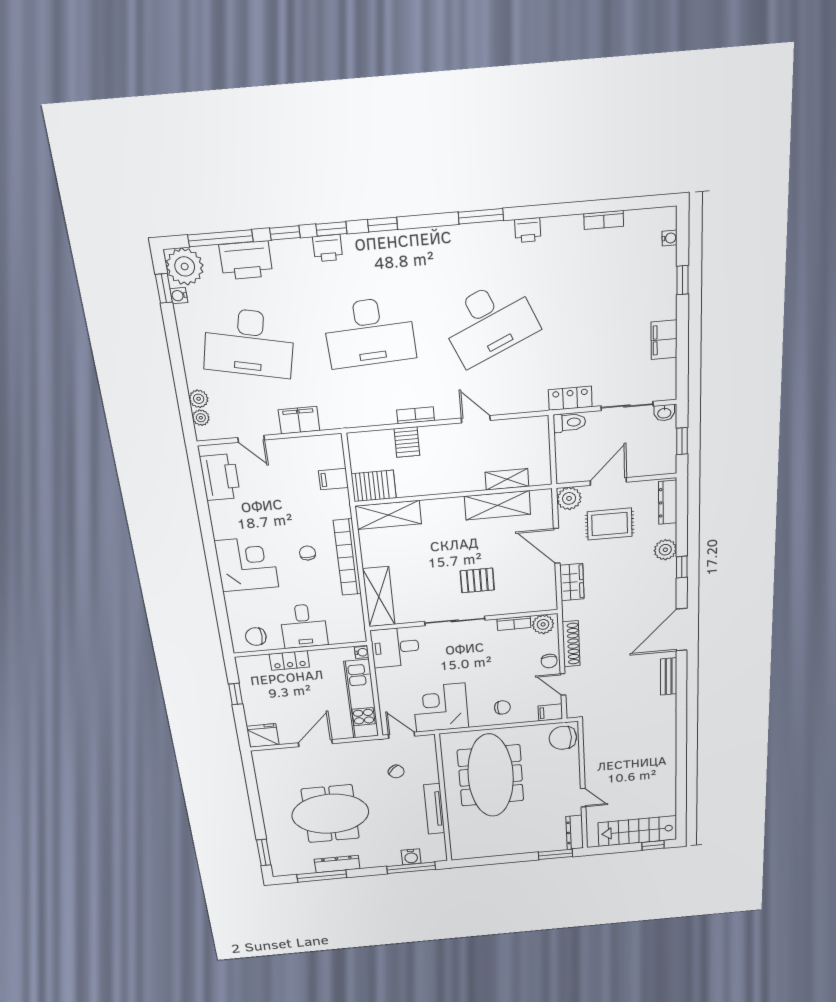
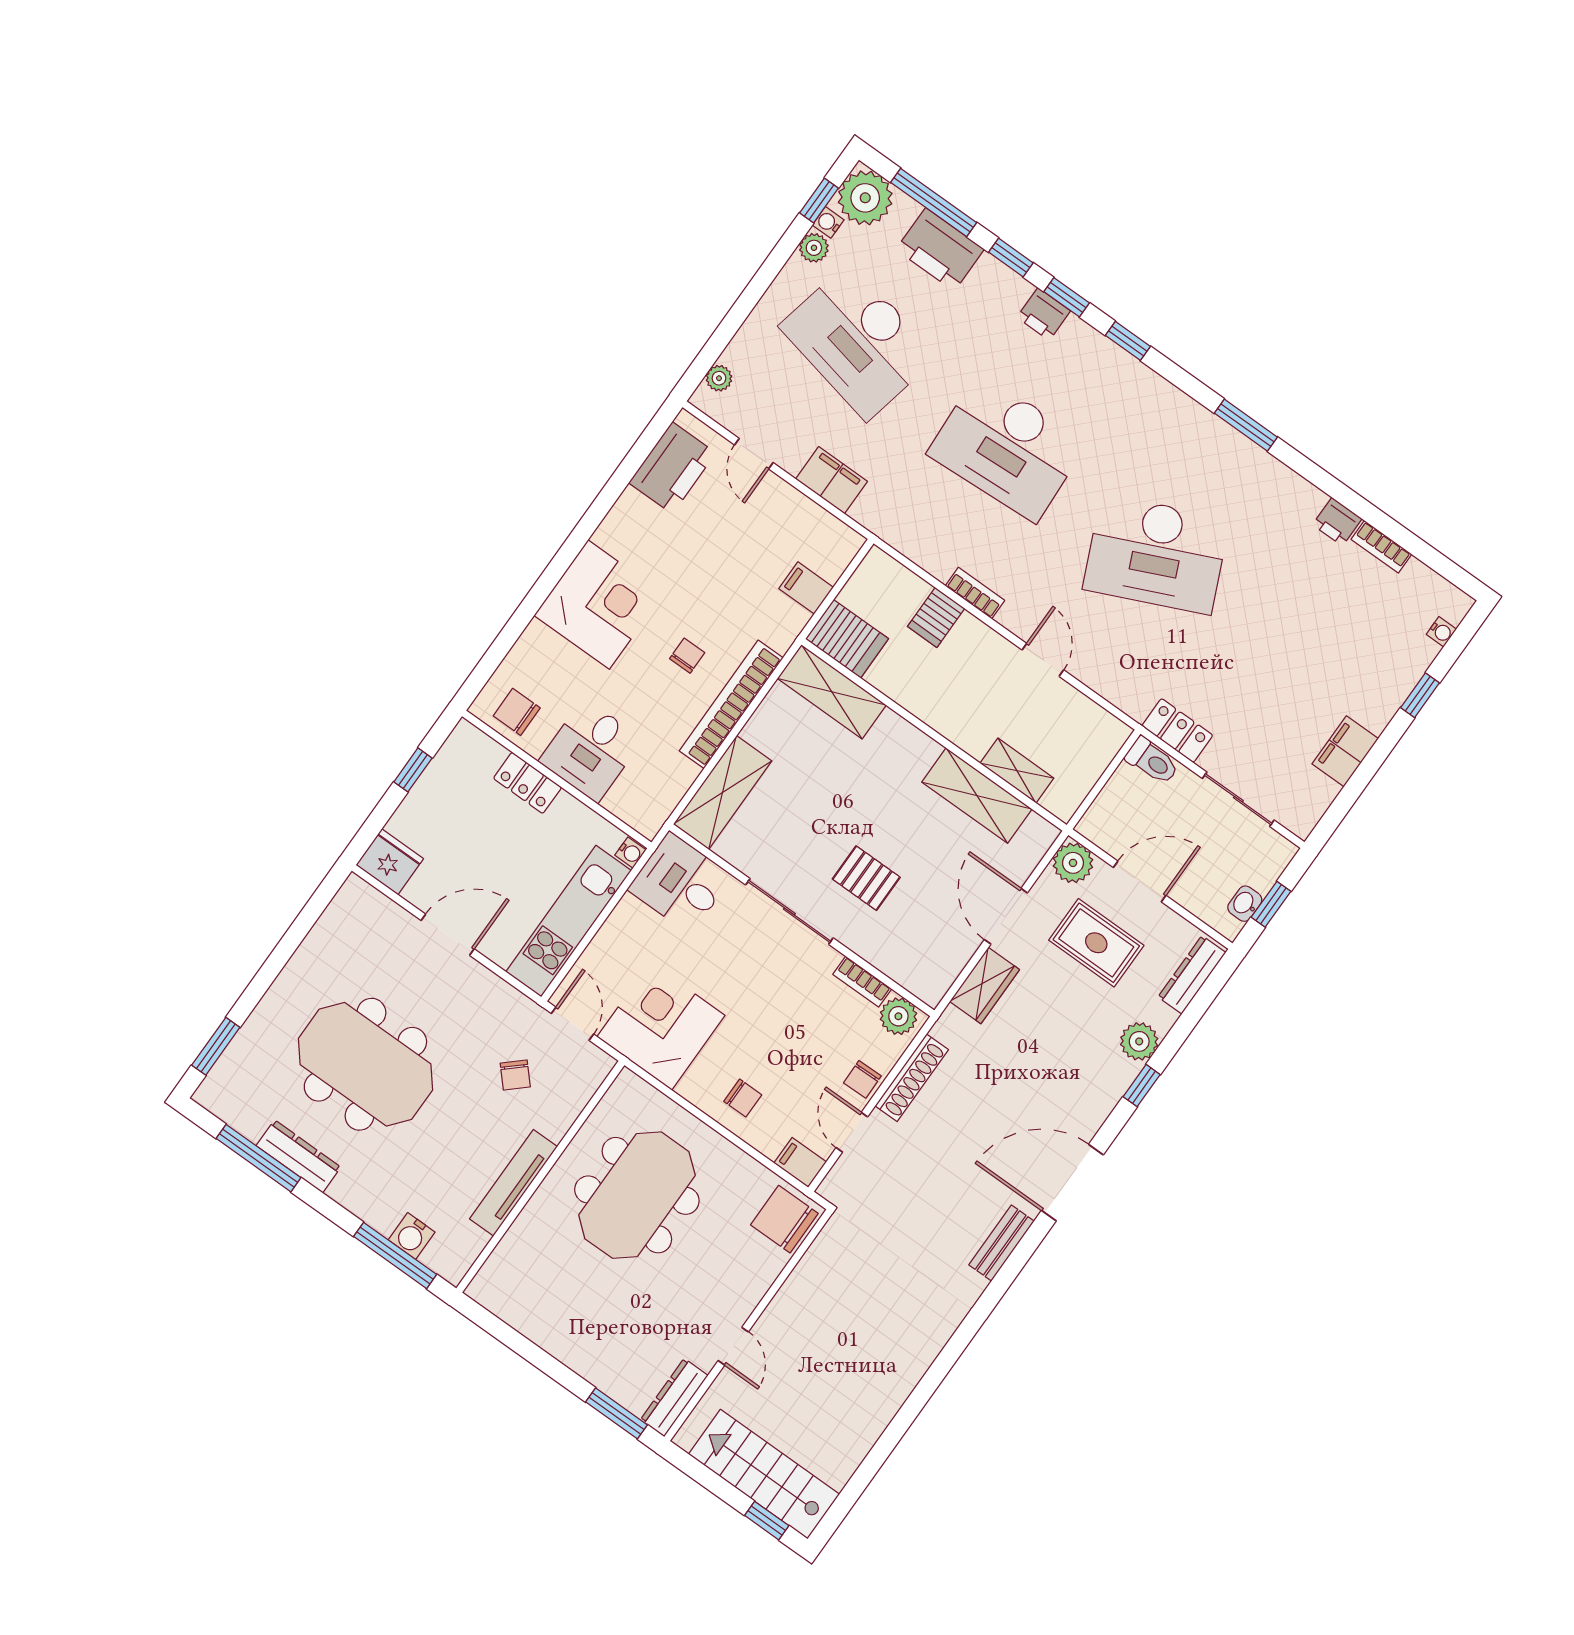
printer: (528, 230) -> (1337, 522), moved
plant: (199, 399) -> (814, 248), moved
washbasin: (664, 413) -> (1245, 904), moved, turned 90
meeting table: (491, 776) -> (637, 1195), width x0.73

